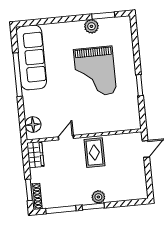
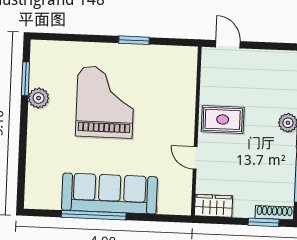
sofa: (31, 57) -> (109, 193), moved
grand piano: (95, 72) -> (105, 102), turned -90
floor lamp: (33, 125) -> (169, 203), removed

